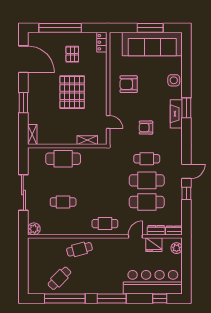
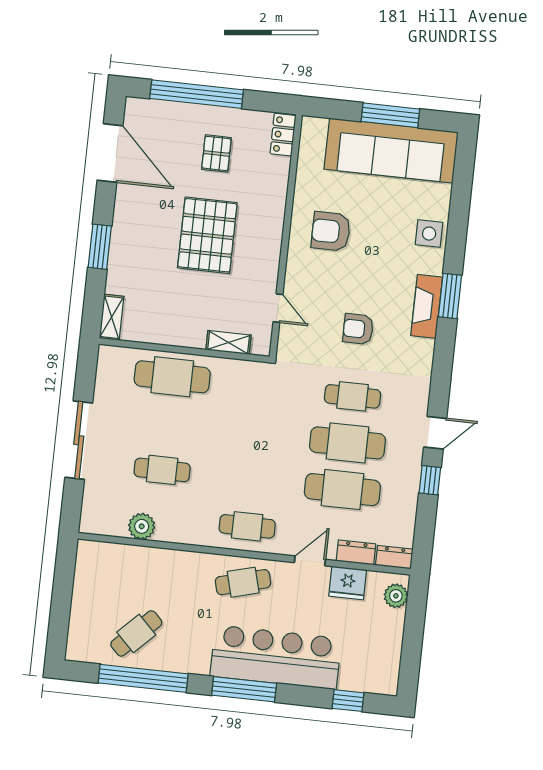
plant: (34, 229) -> (142, 526), moved
cafe table: (79, 249) -> (243, 582), moved
bar counter: (153, 282) -> (276, 657), moved

